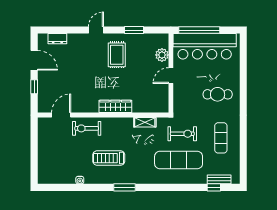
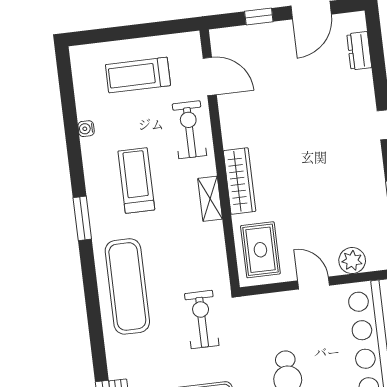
rug: (117, 55) -> (260, 250), moved, turned 90
shelving: (145, 122) -> (210, 199), moved
exercise bike: (182, 134) -> (202, 319), turned 180
treadmill: (56, 151) -> (138, 75), added
exercise mat: (179, 160) -> (127, 286), moved

